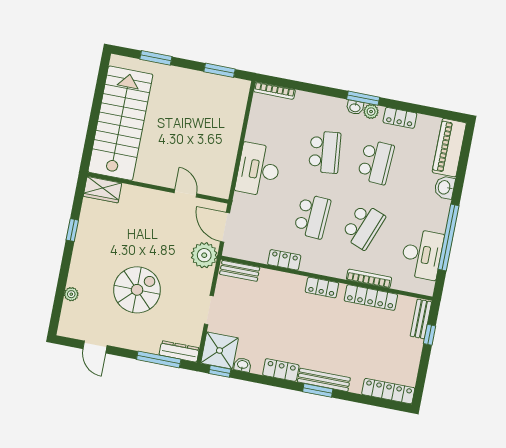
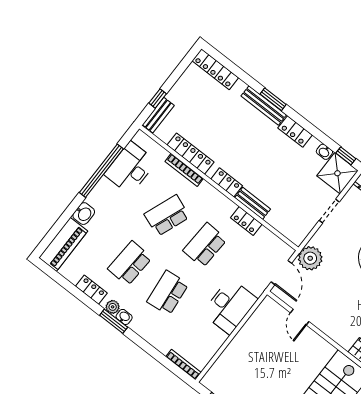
bench: (240, 271) -> (253, 203), moved

